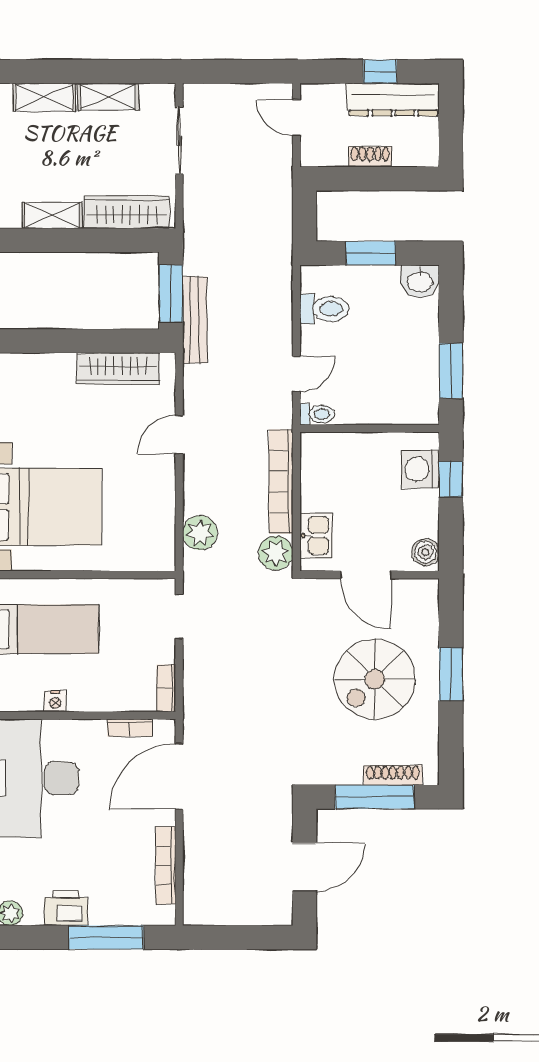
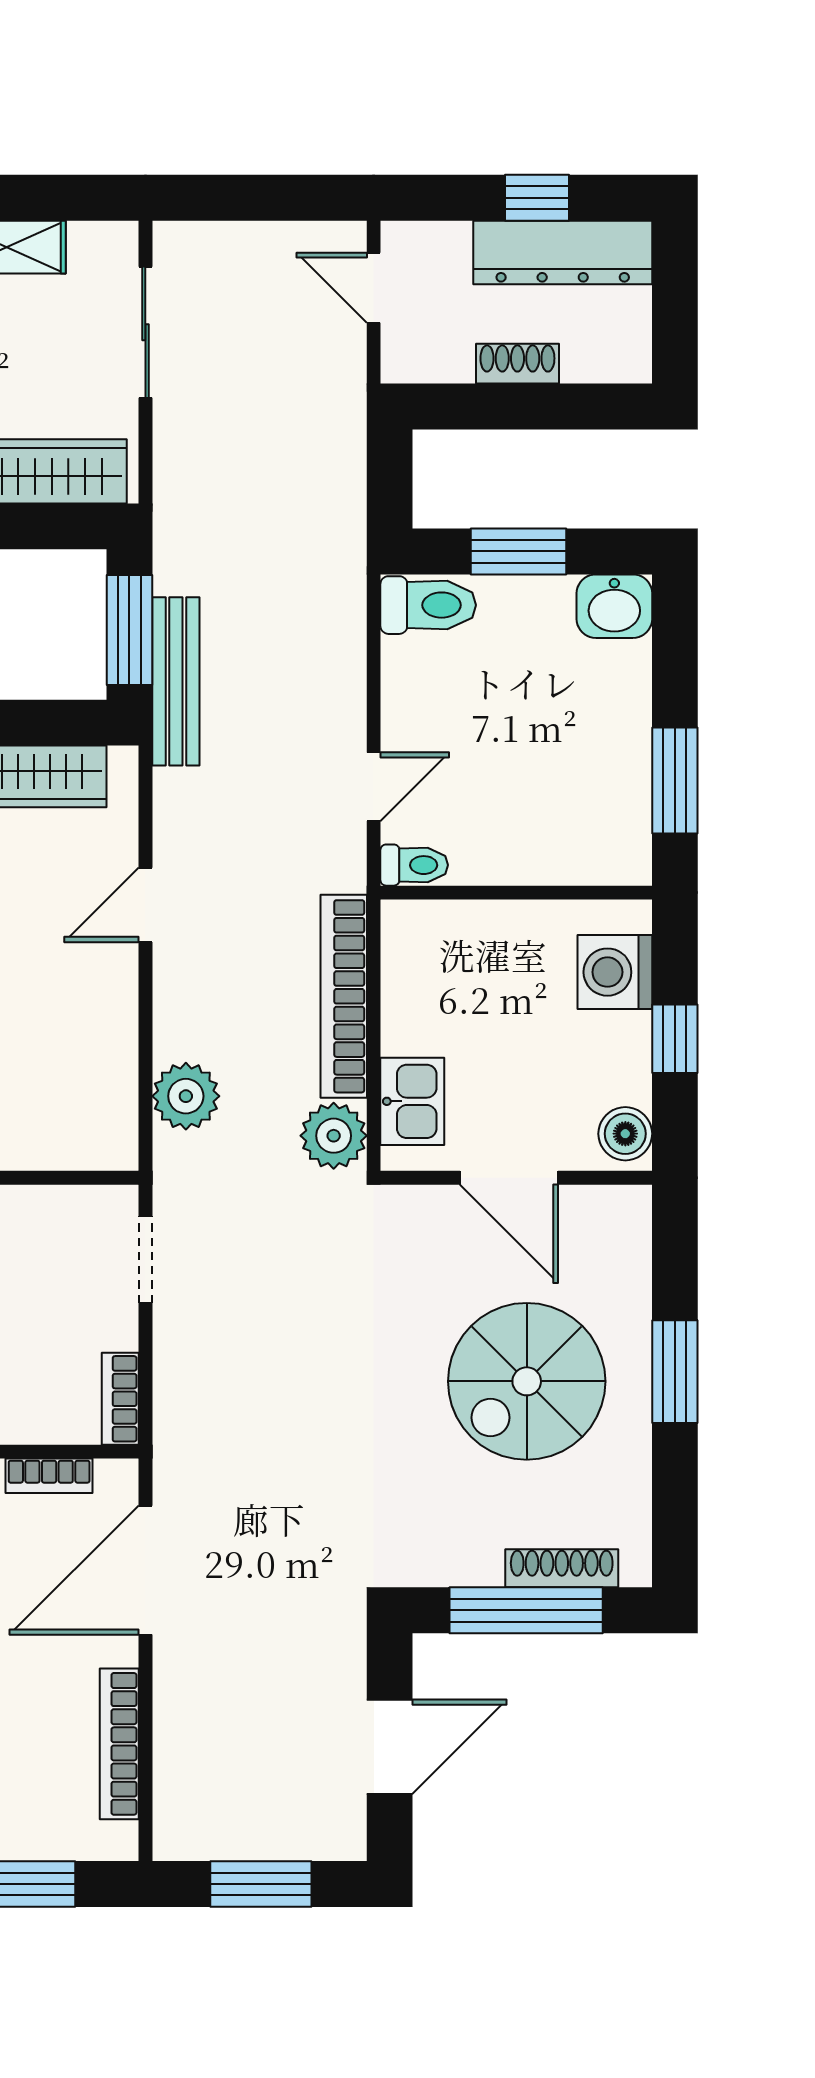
toilet: (324, 309) -> (428, 605), moved
window: (451, 479) -> (675, 1039), moved
window: (238, 937) -> (261, 1884), added

